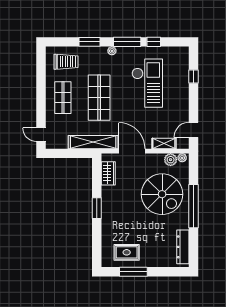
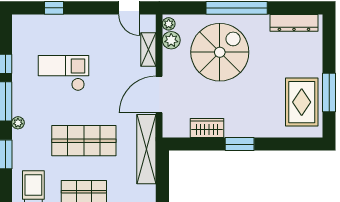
checkout: (147, 83) -> (63, 73), width x0.73, depth x0.83
wardrobe: (108, 173) -> (207, 128), moved
rug: (127, 252) -> (302, 102), width x1.36, depth x1.43

